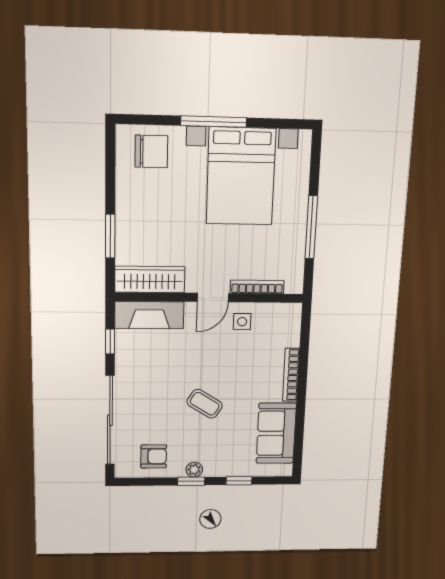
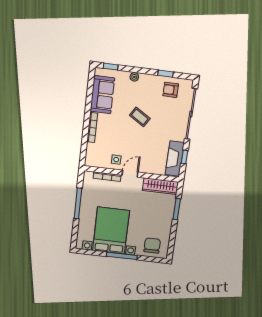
chair: (151, 151) -> (152, 246), turned 90
fireplace: (149, 315) -> (175, 159), moved, turned -90
plant: (194, 470) -> (134, 77), moved
window: (191, 481) -> (165, 74), moved
window: (239, 481) -> (111, 67), moved

